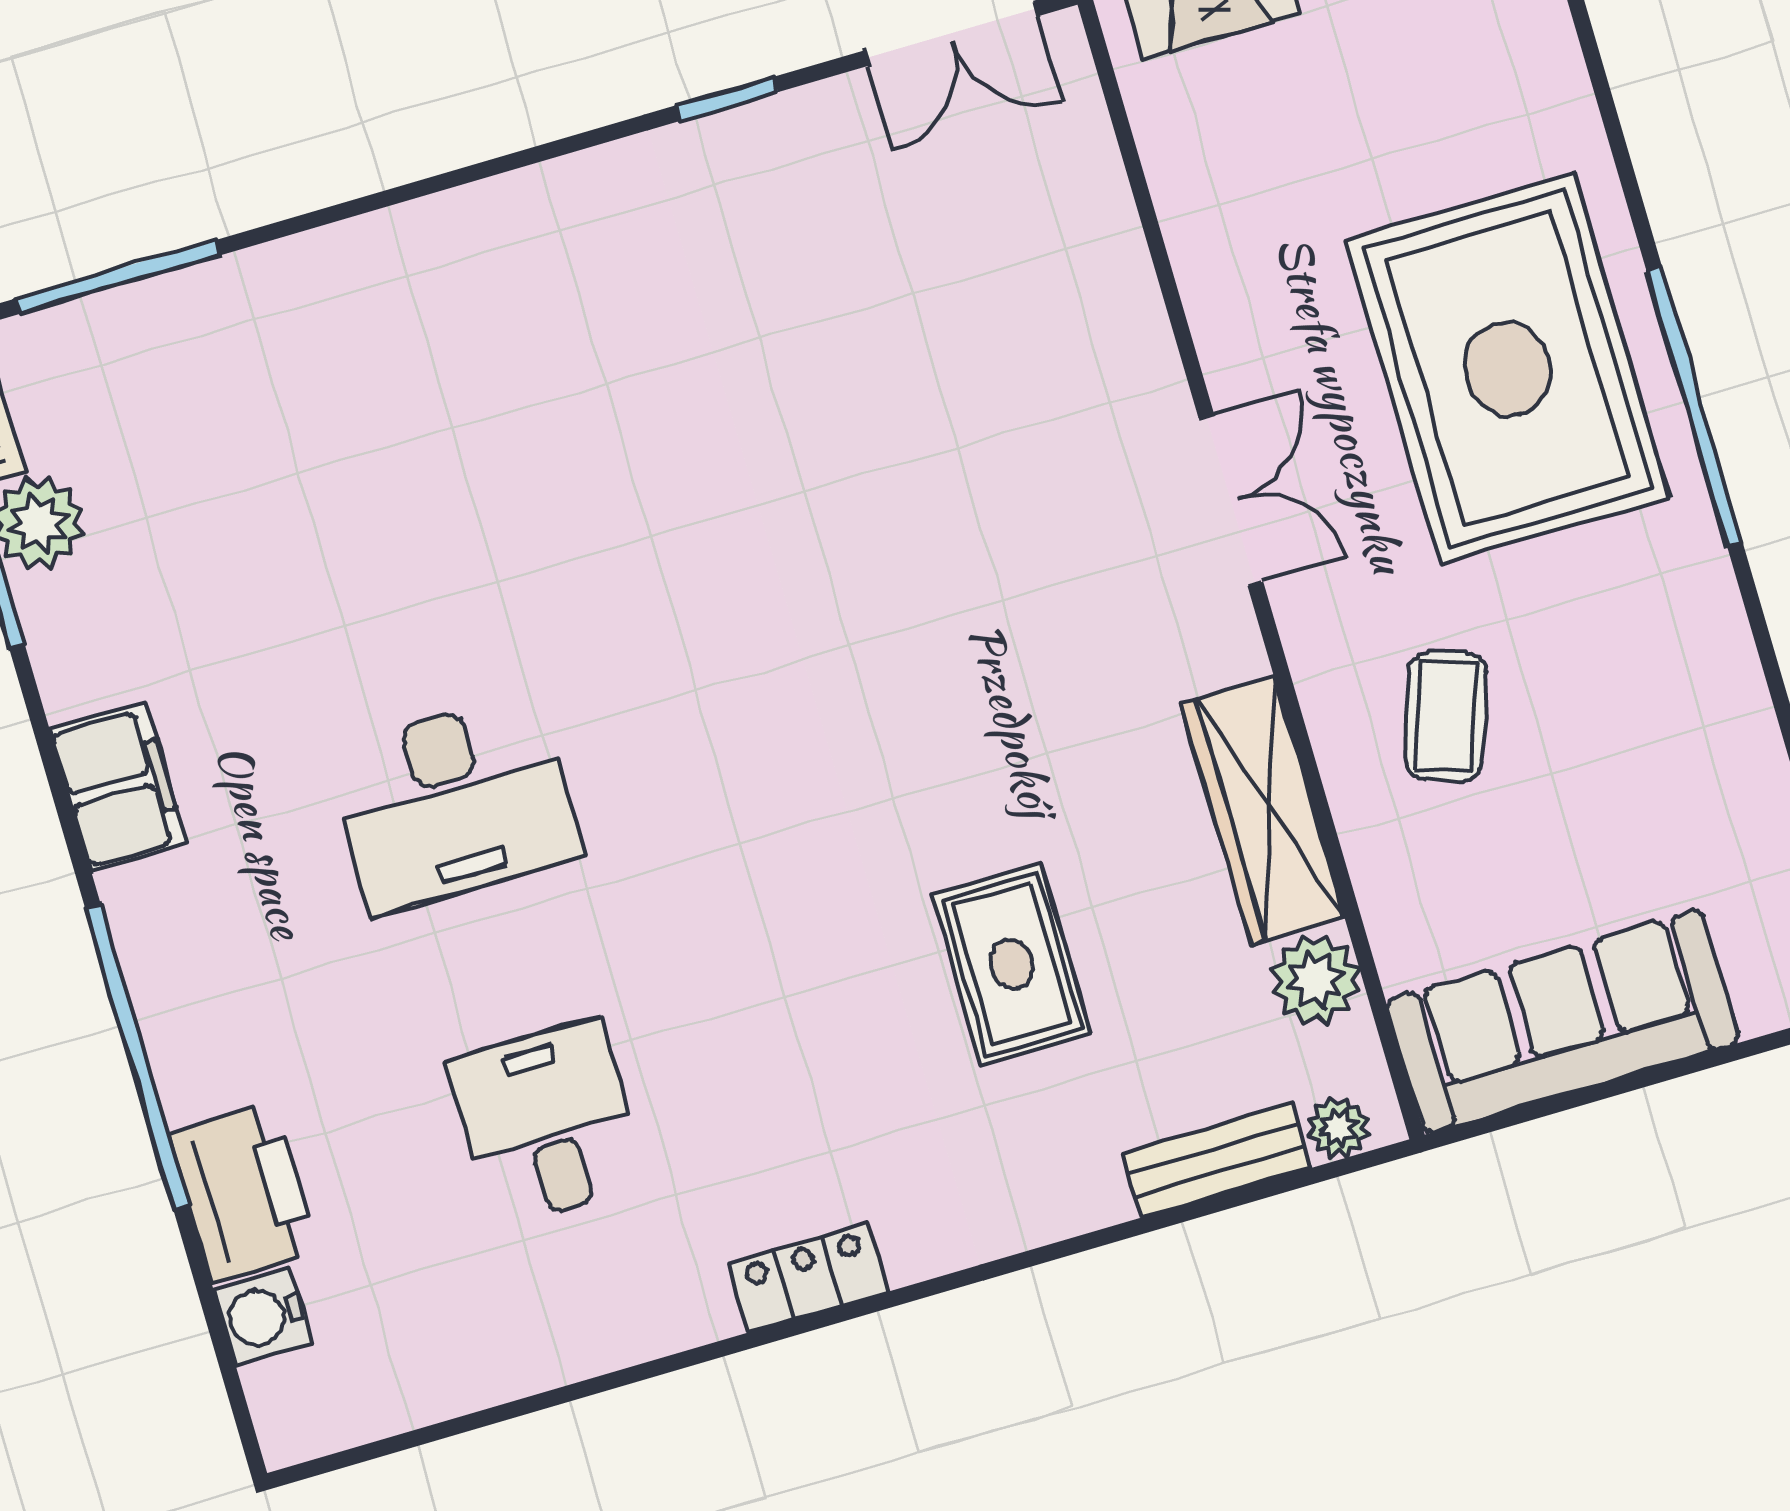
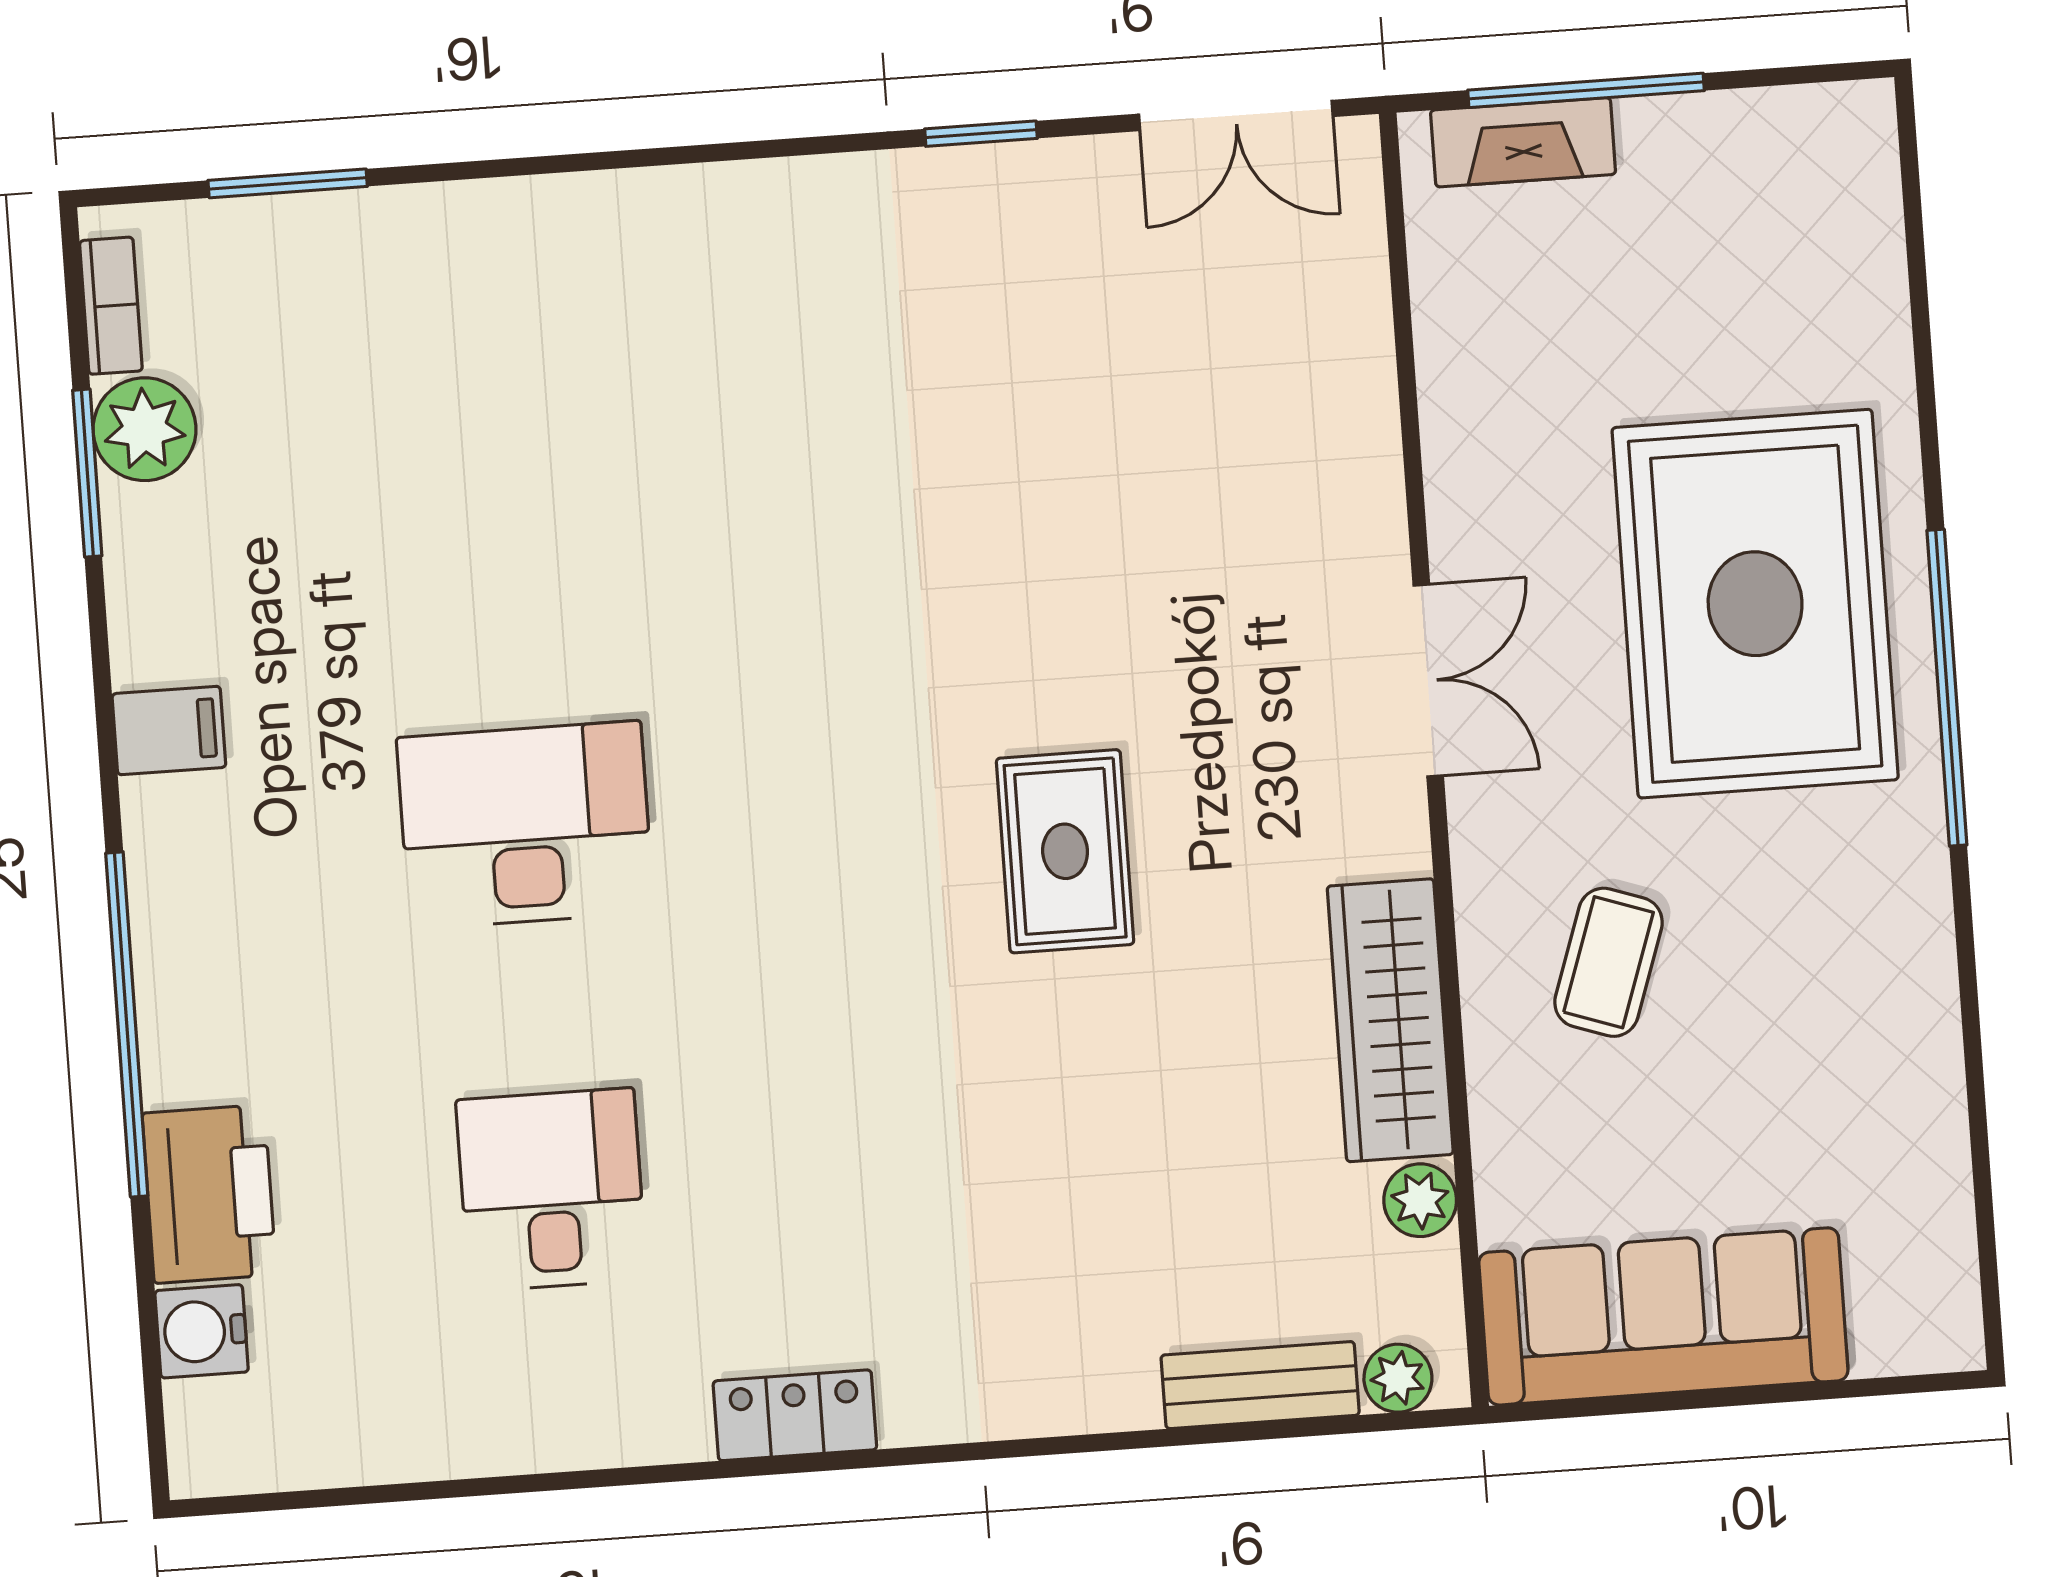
window: (118, 277) -> (288, 183), width x0.69
filing cabinet: (118, 787) -> (169, 730), width x0.50
desk: (454, 803) -> (525, 825), turned 180
rug: (1012, 964) -> (1065, 851), moved
plant: (1315, 980) -> (1420, 1200), width x0.73, depth x0.73

